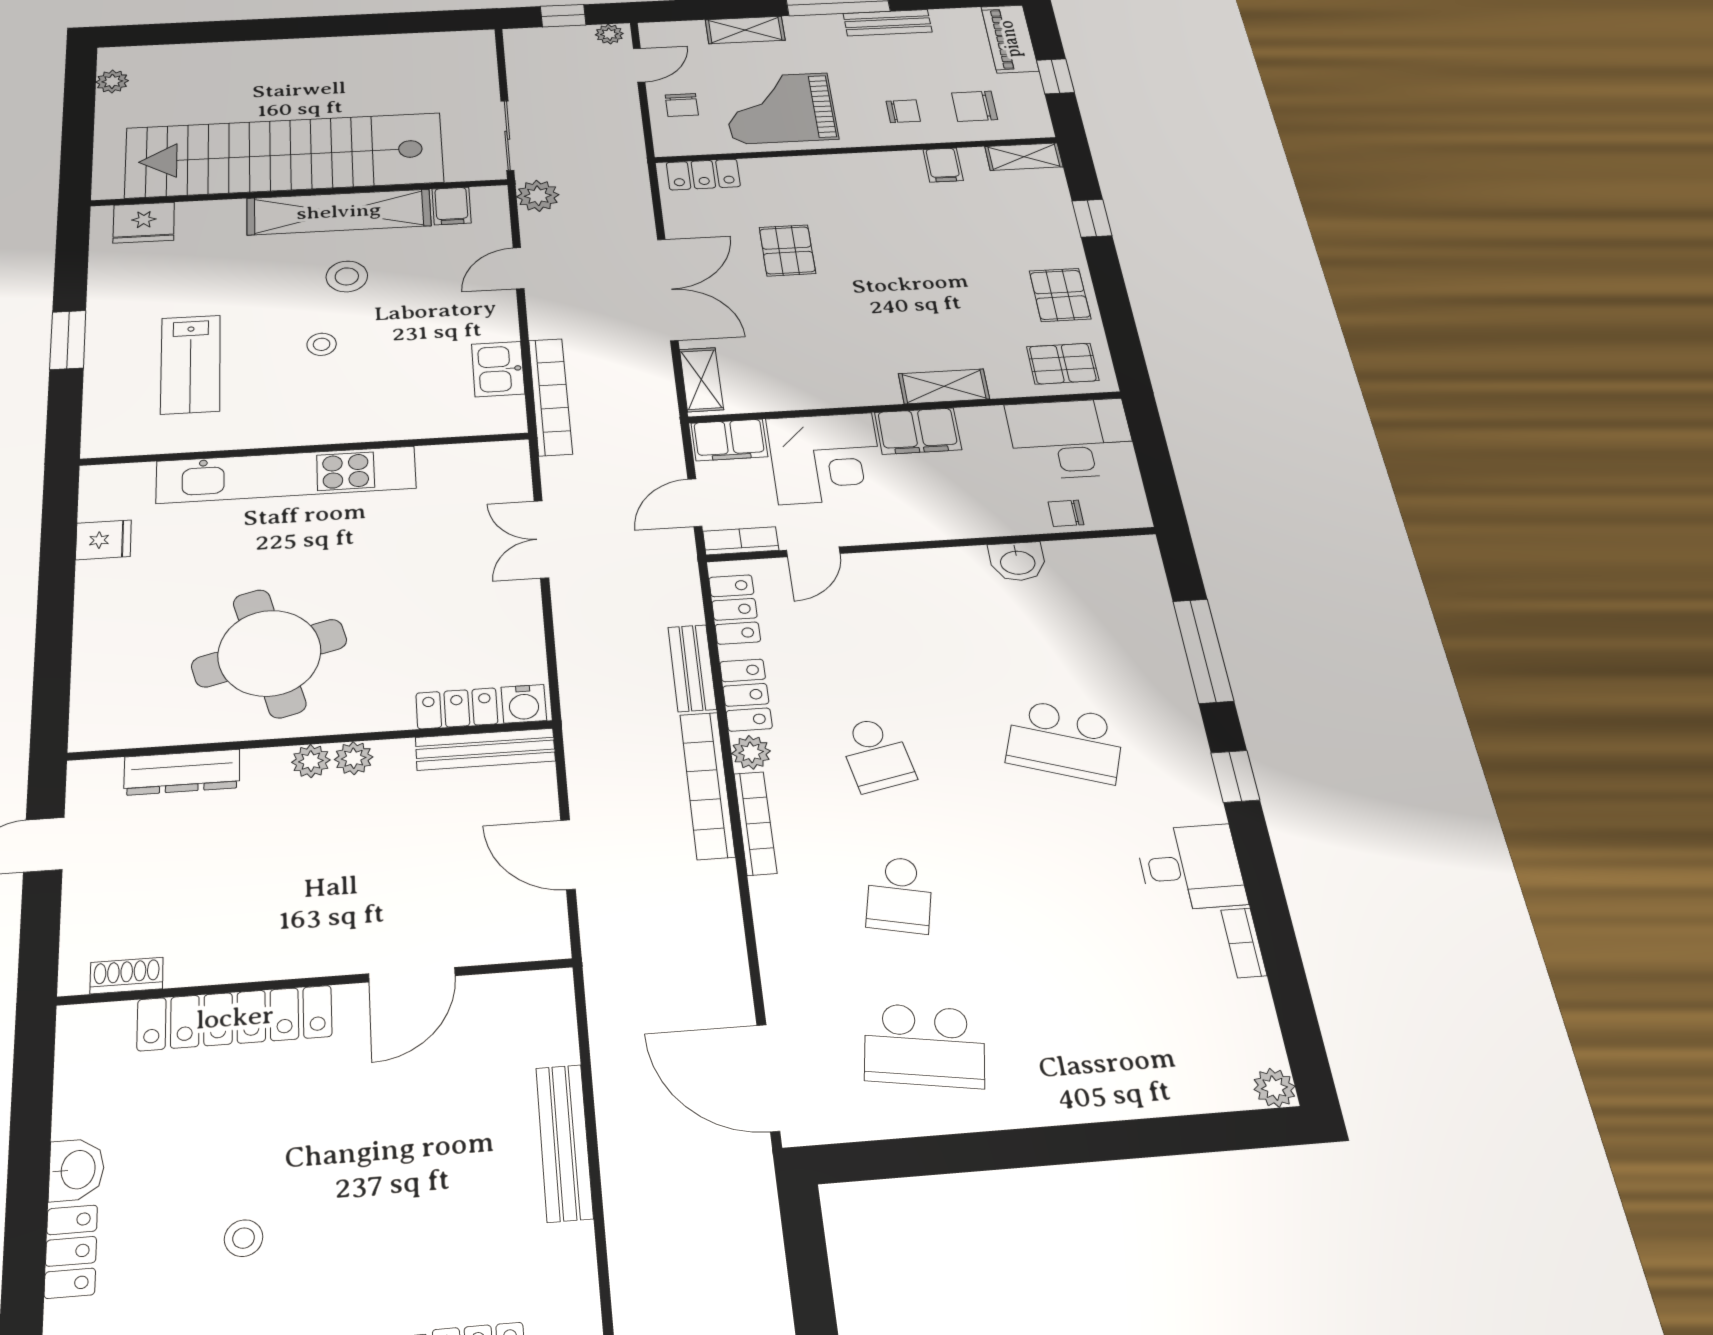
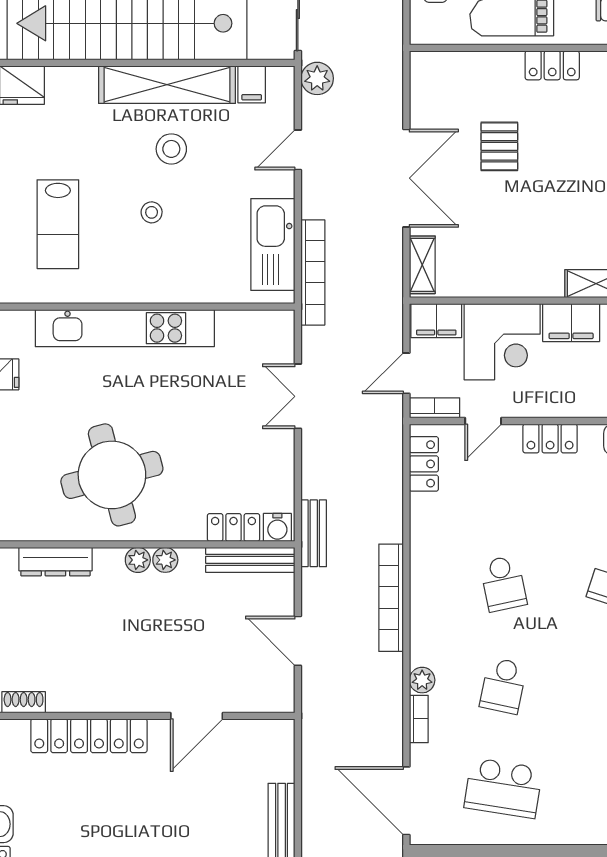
locker: (703, 175) -> (552, 65), moved
kitchen sink: (498, 369) -> (273, 244), width x1.87, depth x1.24
bench: (692, 668) -> (314, 533), moved
locker: (746, 695) -> (550, 438), moved, turned 90
plant: (751, 752) -> (422, 680), moved
bookcase: (755, 823) -> (419, 719), moved, width x0.64

